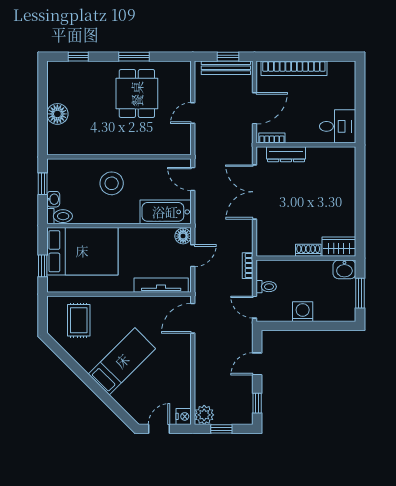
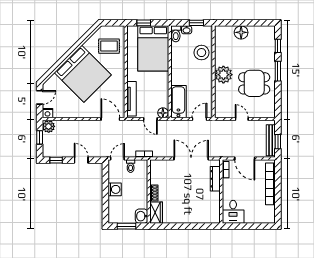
window: (134, 57) -> (278, 71), moved
plant: (123, 141) -> (223, 75), added
stool: (112, 183) -> (201, 53), moved
bed: (122, 361) -> (83, 74), width x2.04
door: (159, 429) -> (40, 97), hinge flipped

